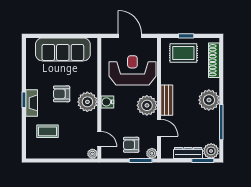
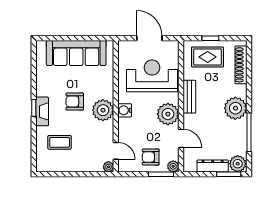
bench: (167, 100) -> (189, 97), moved

